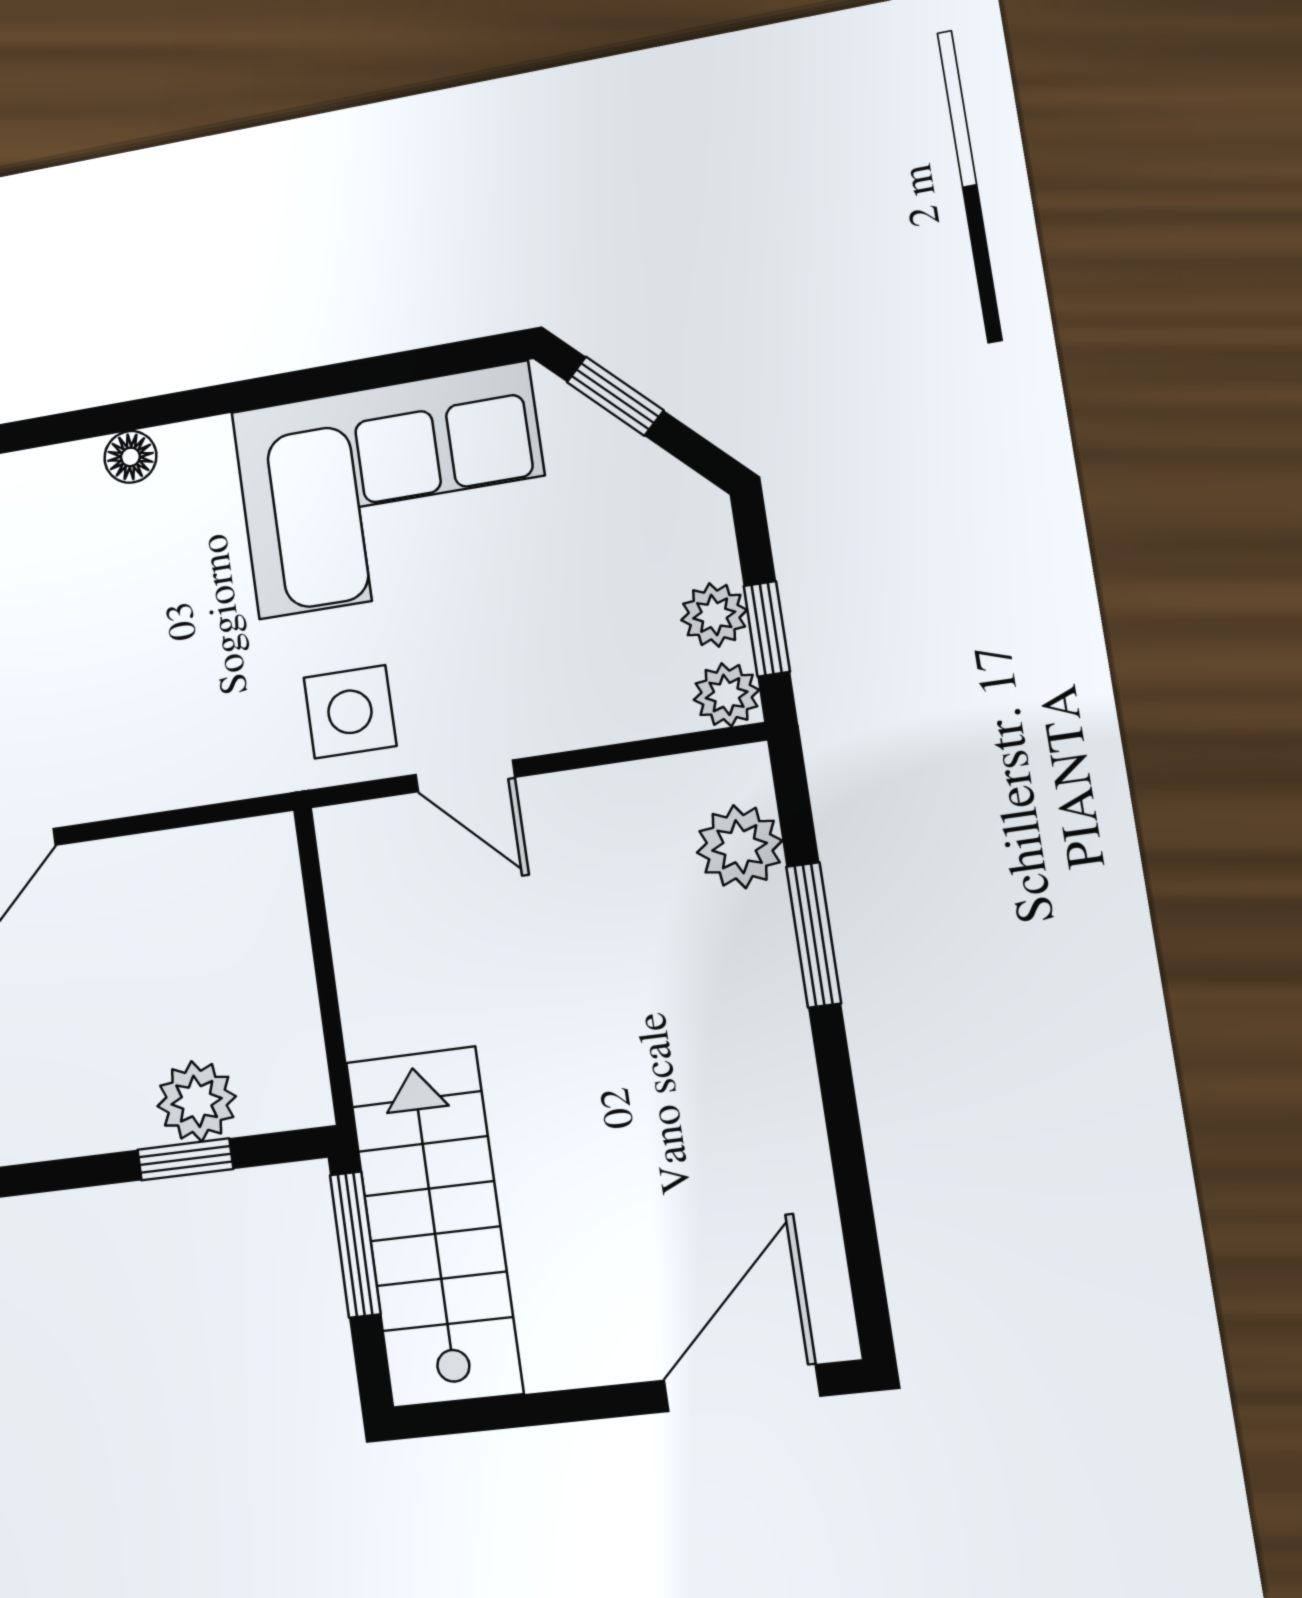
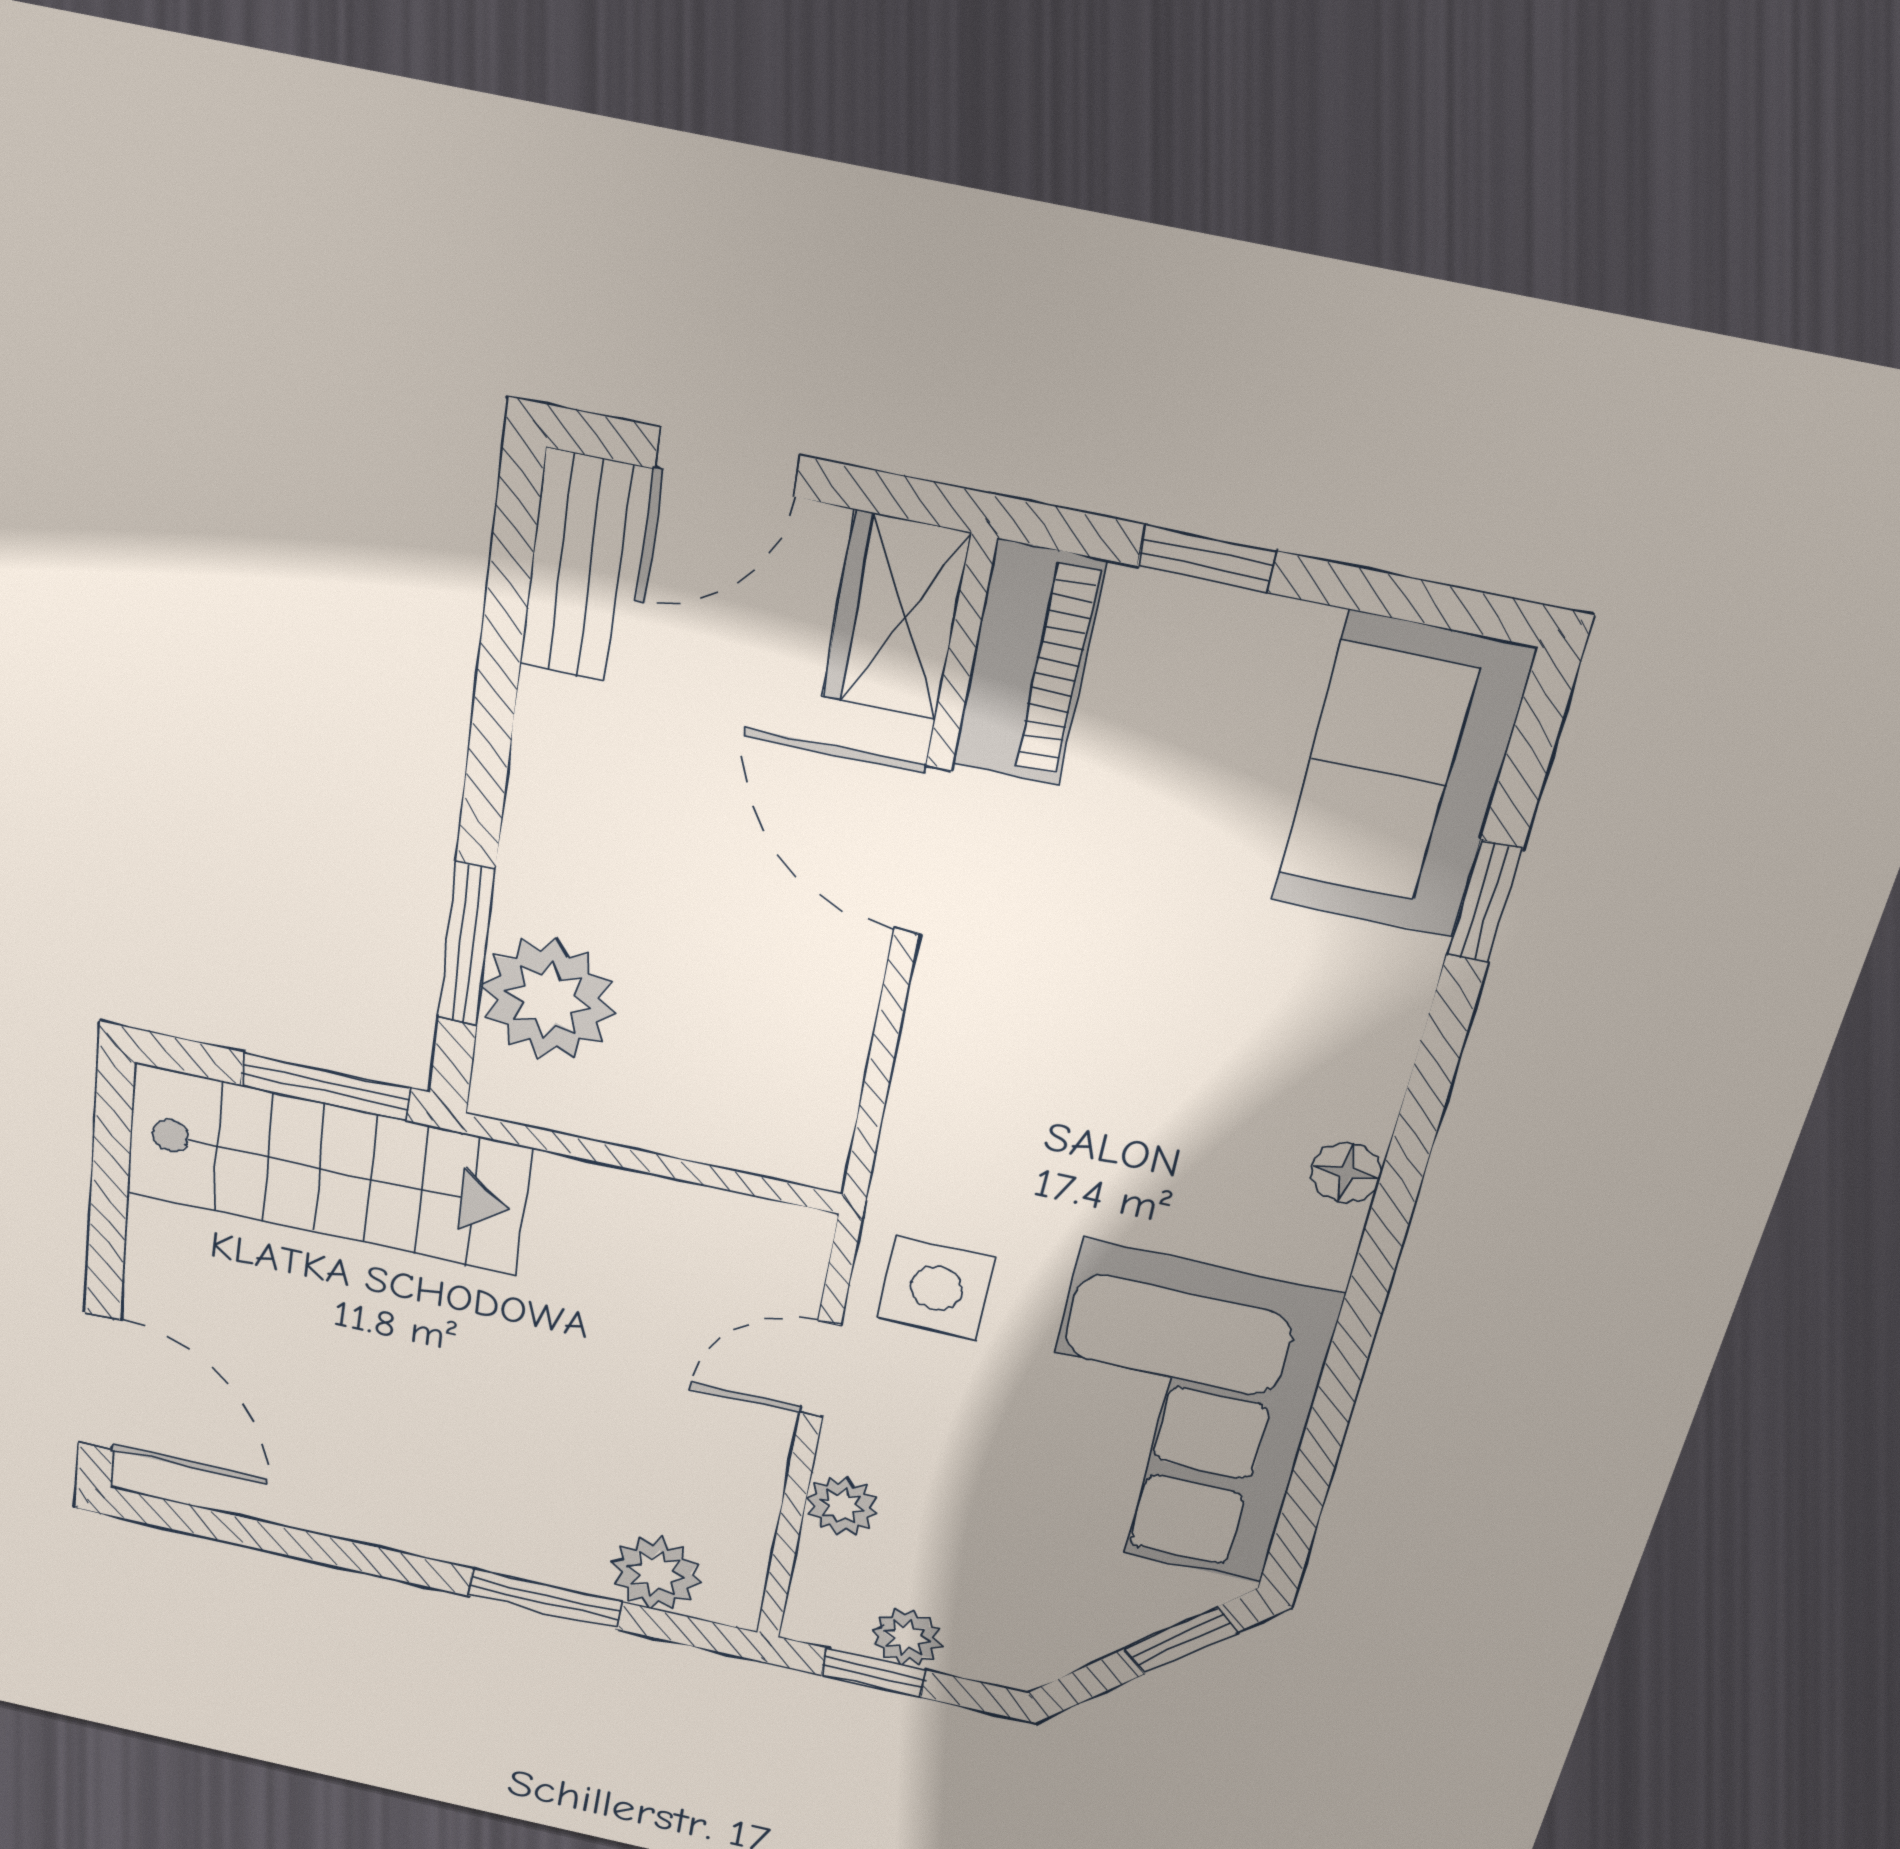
plant: (727, 695) -> (842, 1506), moved
plant: (197, 1101) -> (548, 999), width x1.36, depth x1.36
window: (185, 1159) -> (467, 944), width x1.50

